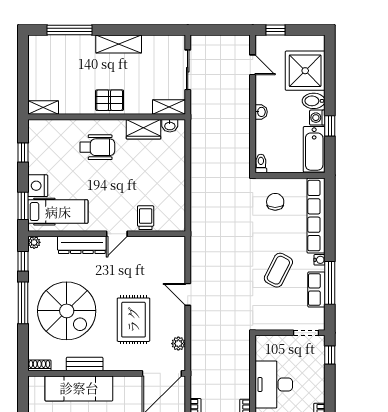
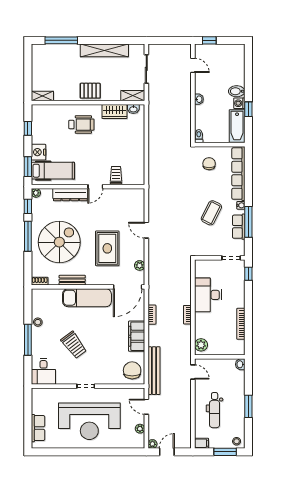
shelving: (119, 44) -> (104, 50), width x1.47
shower: (305, 71) -> (231, 70), removed
spiral stairs: (67, 311) -> (59, 242), turned -90
exam couch: (79, 388) -> (87, 298), moved

